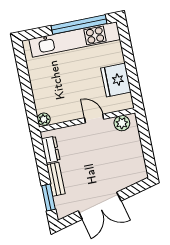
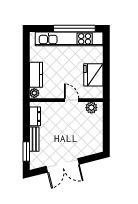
kitchen counter: (41, 95) -> (36, 75), added

